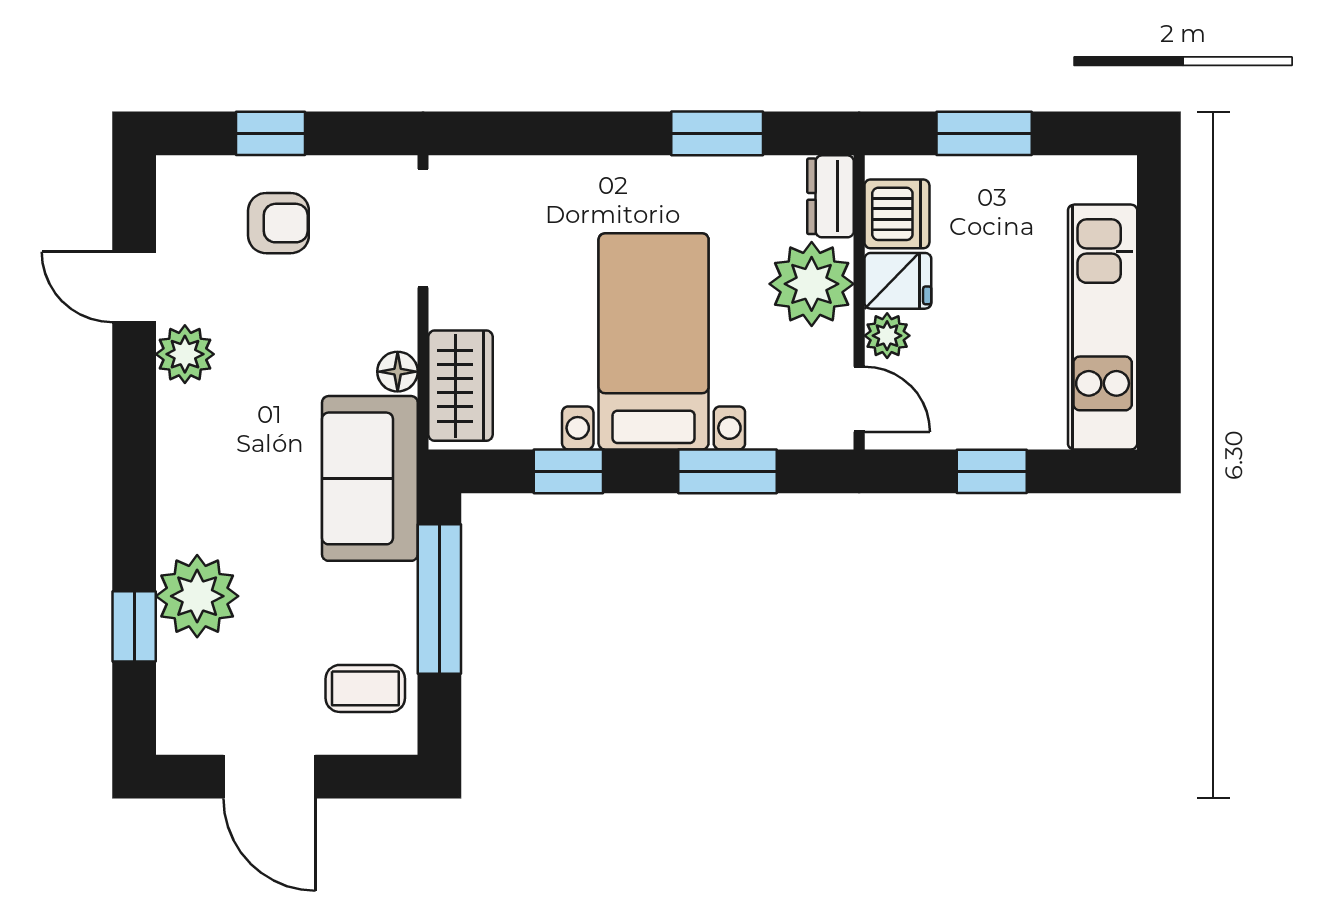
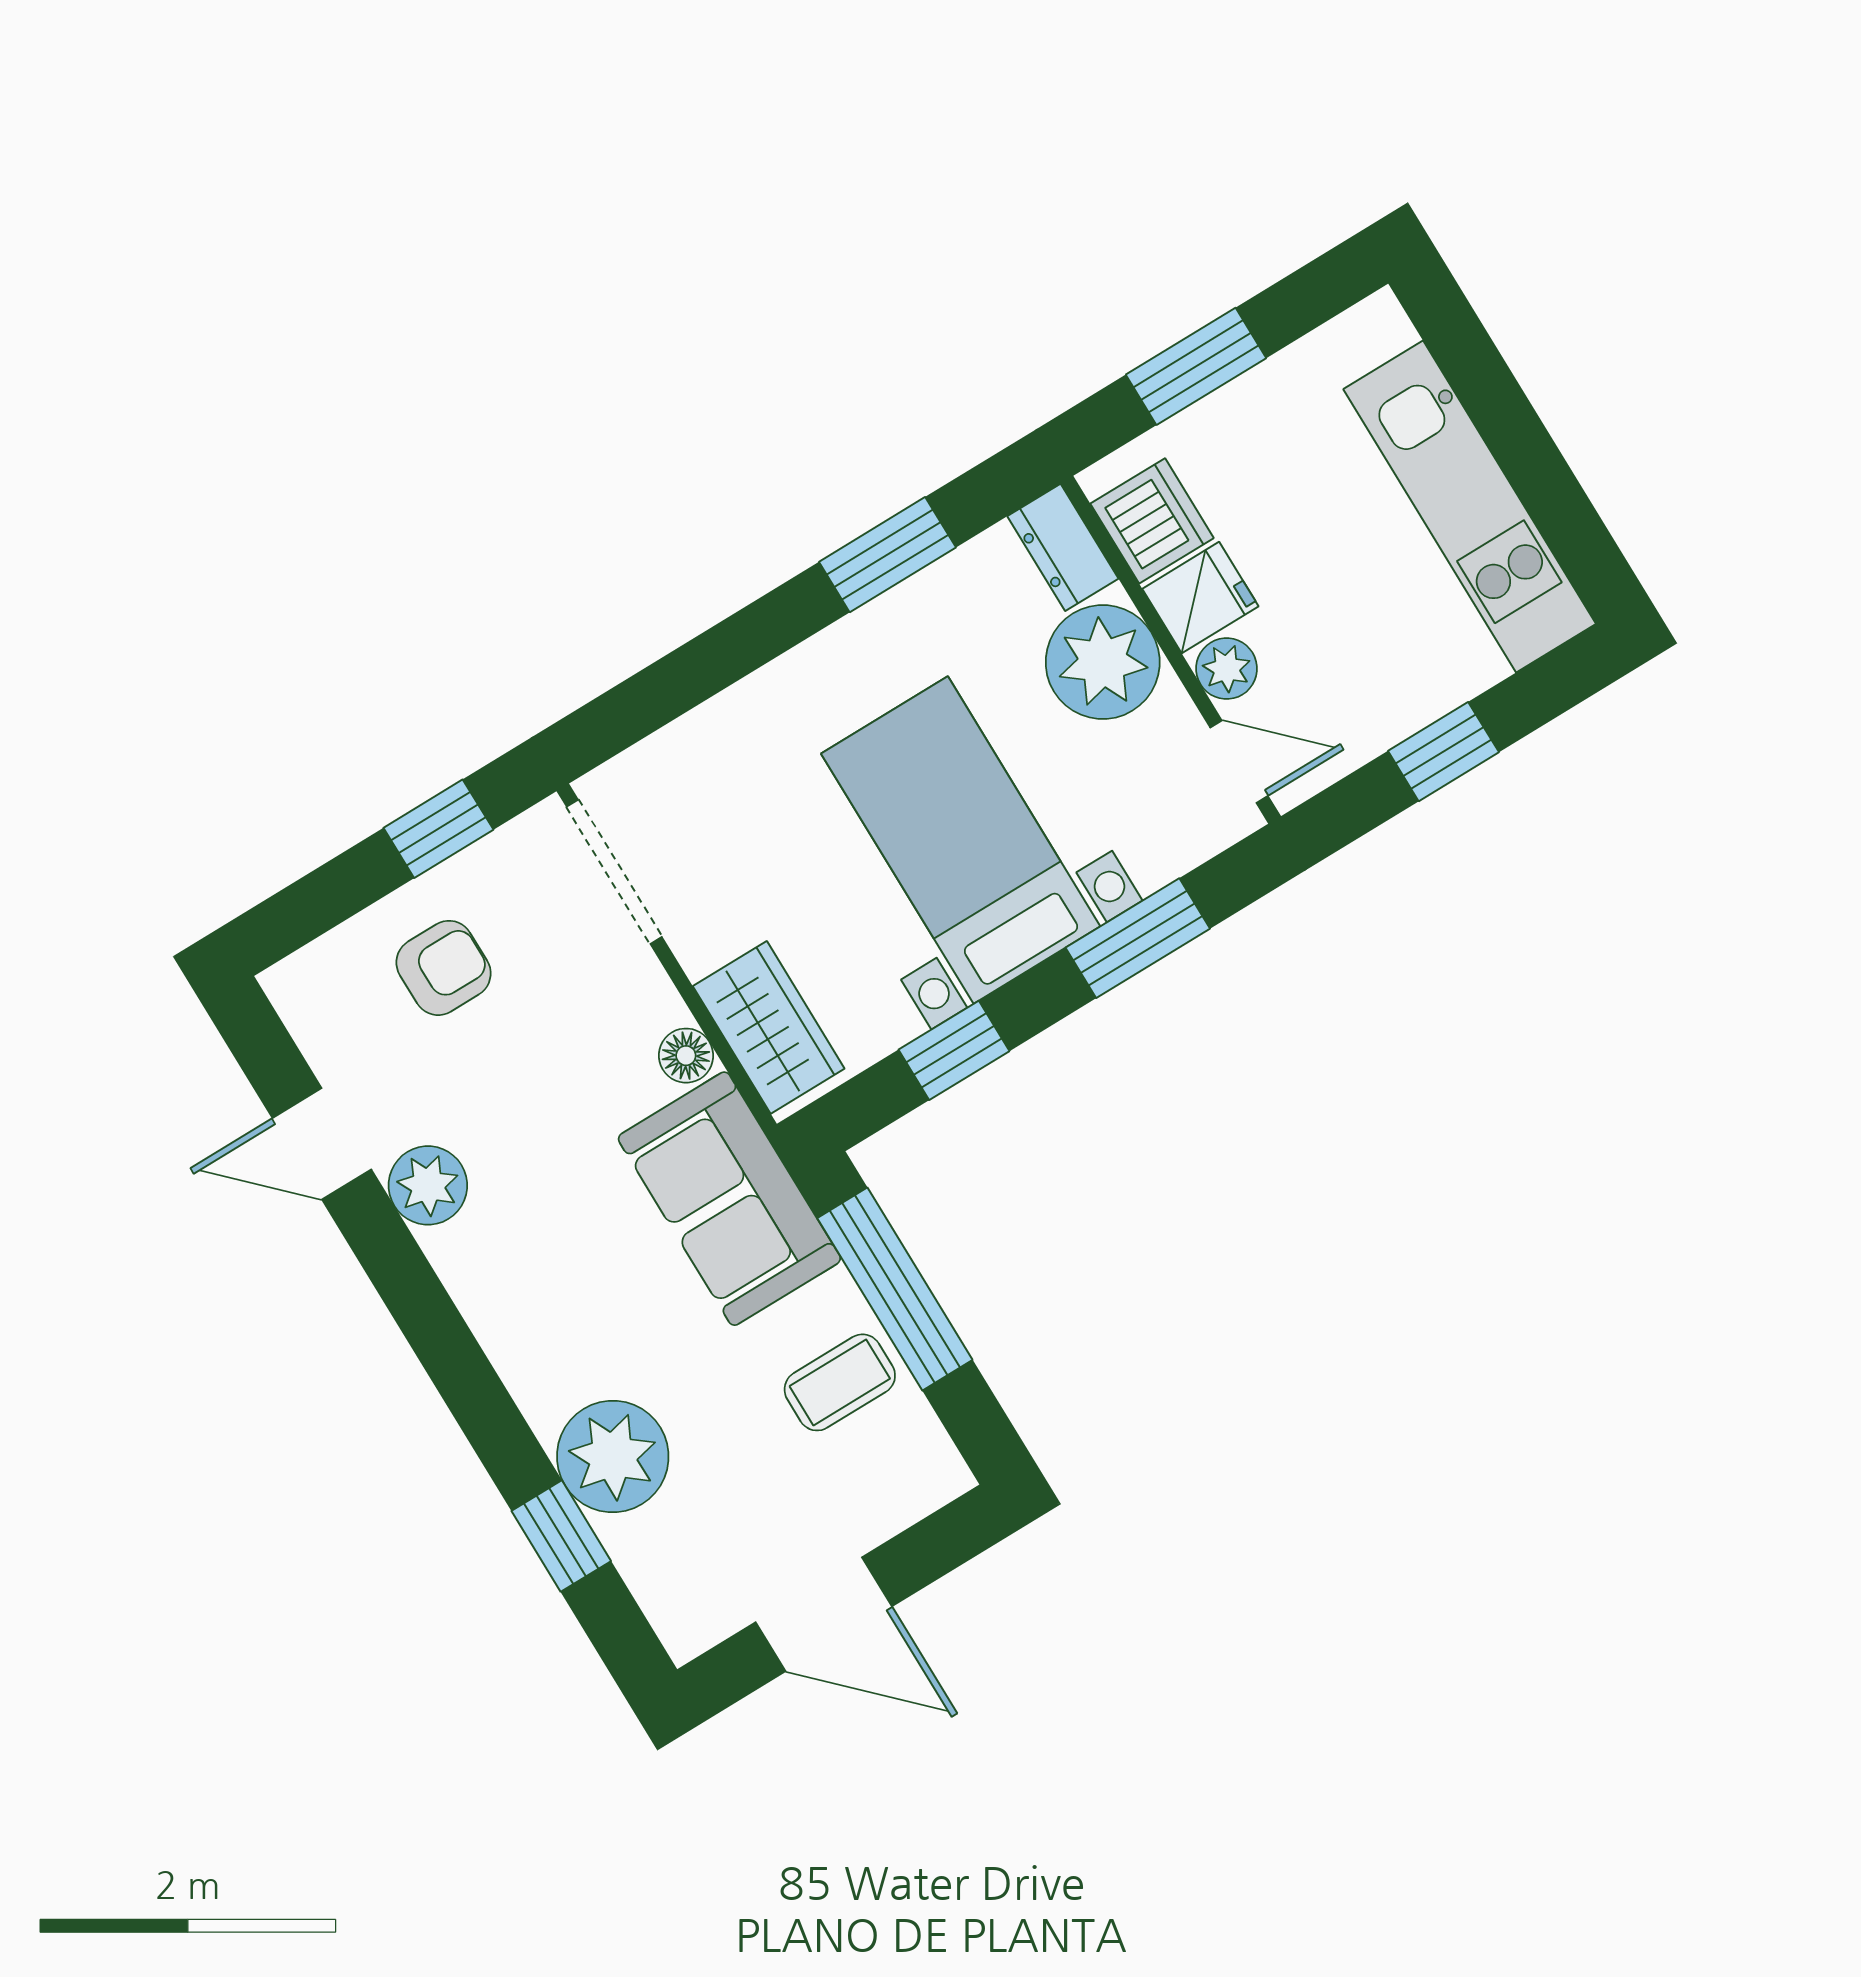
window: (270, 133) -> (438, 829), moved
coffee table: (365, 688) -> (840, 1382), moved

